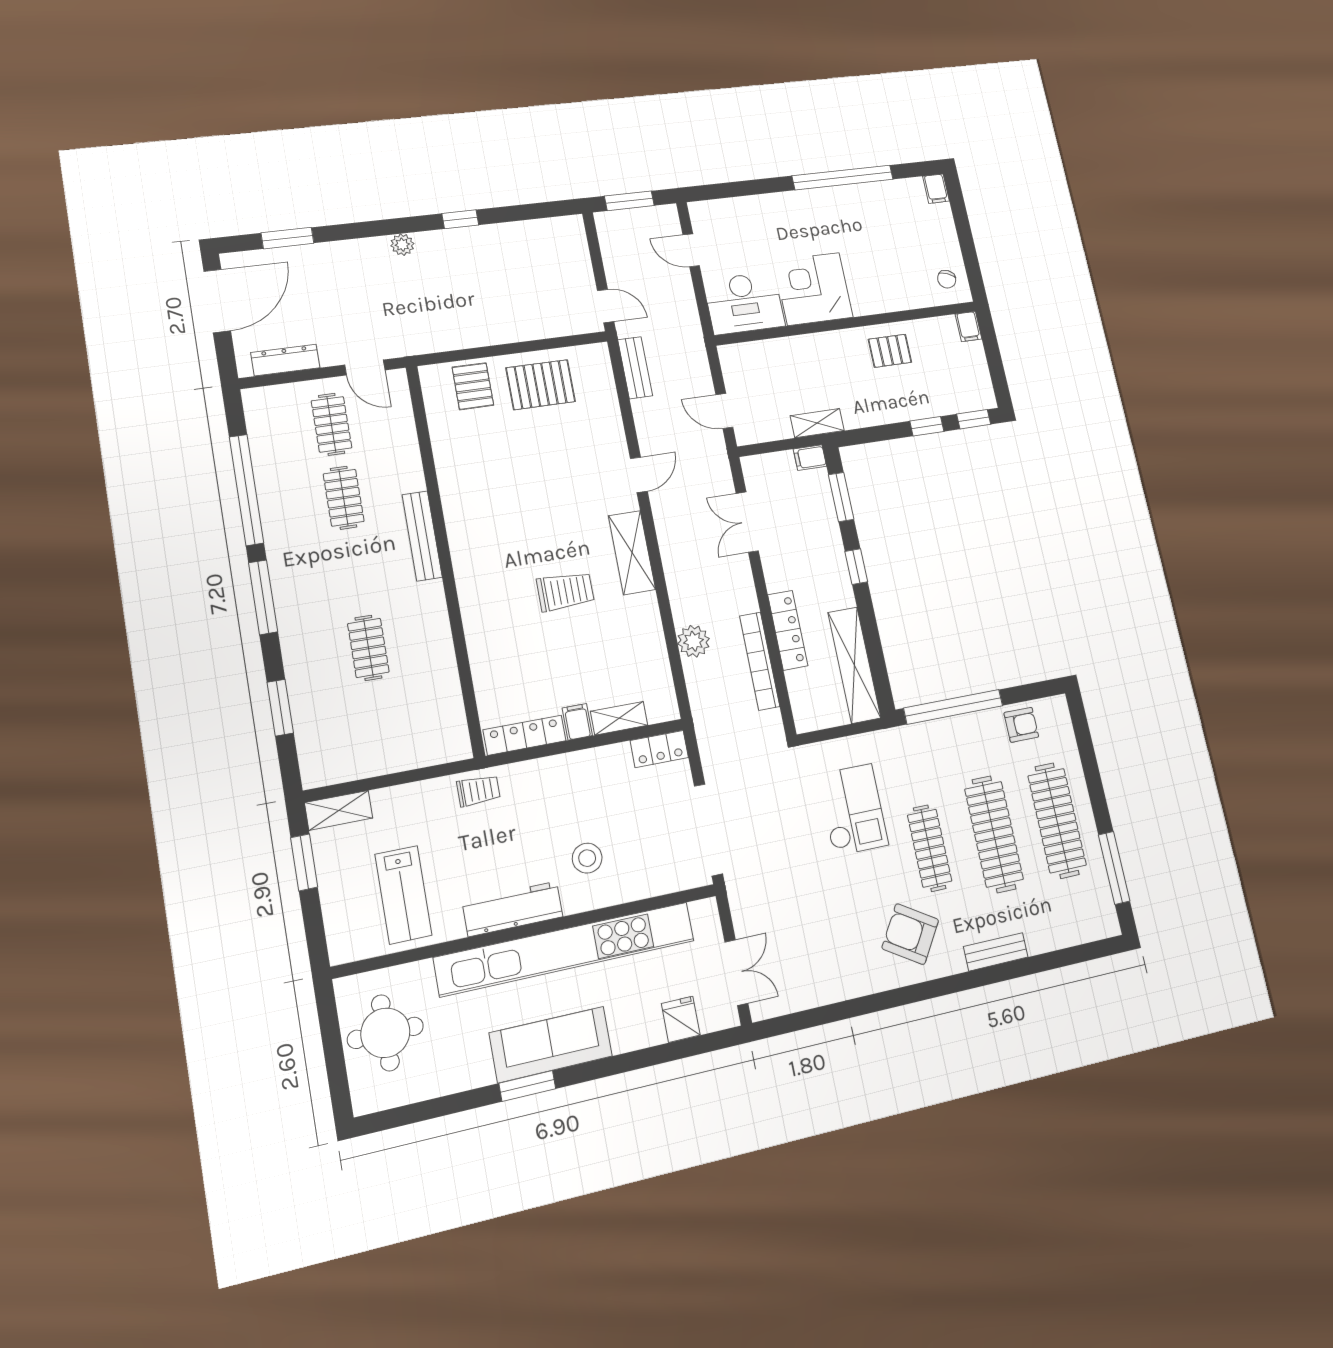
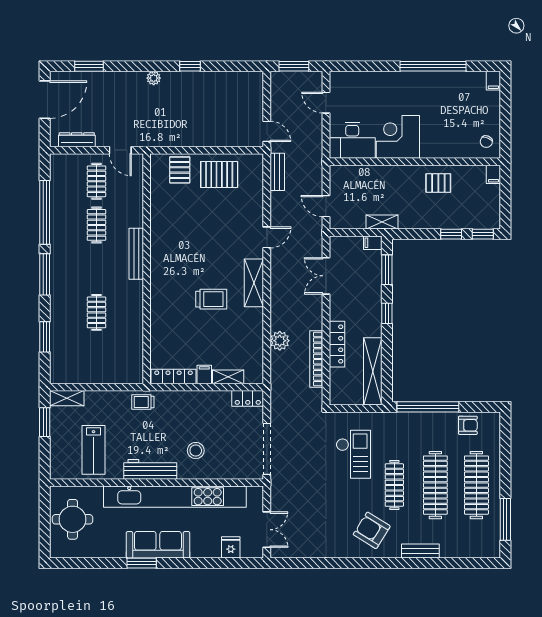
trolley: (478, 791) -> (143, 402), turned 180

